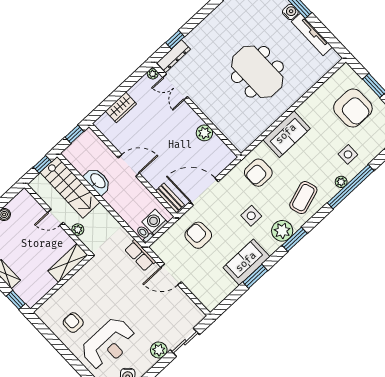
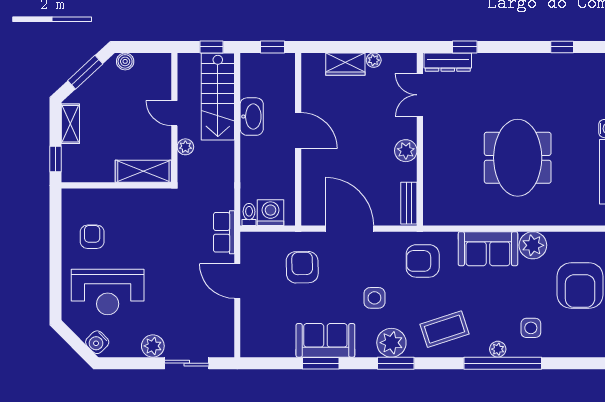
plant: (153, 74) -> (374, 60), moved
plant: (308, 110) -> (533, 245), added
plant: (204, 133) -> (406, 151), moved
bench: (170, 198) -> (409, 203), moved

